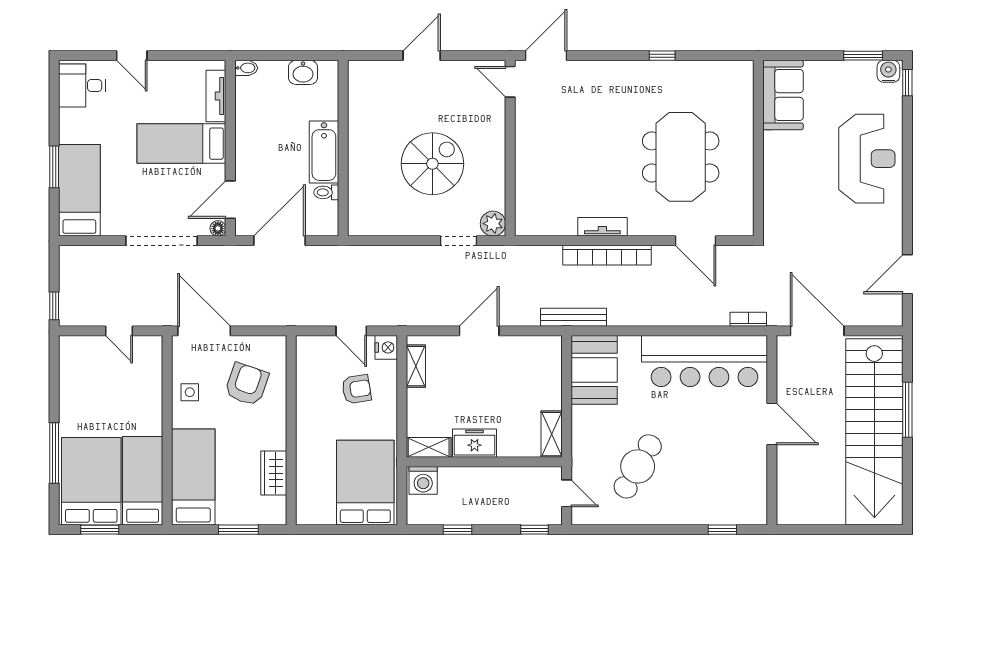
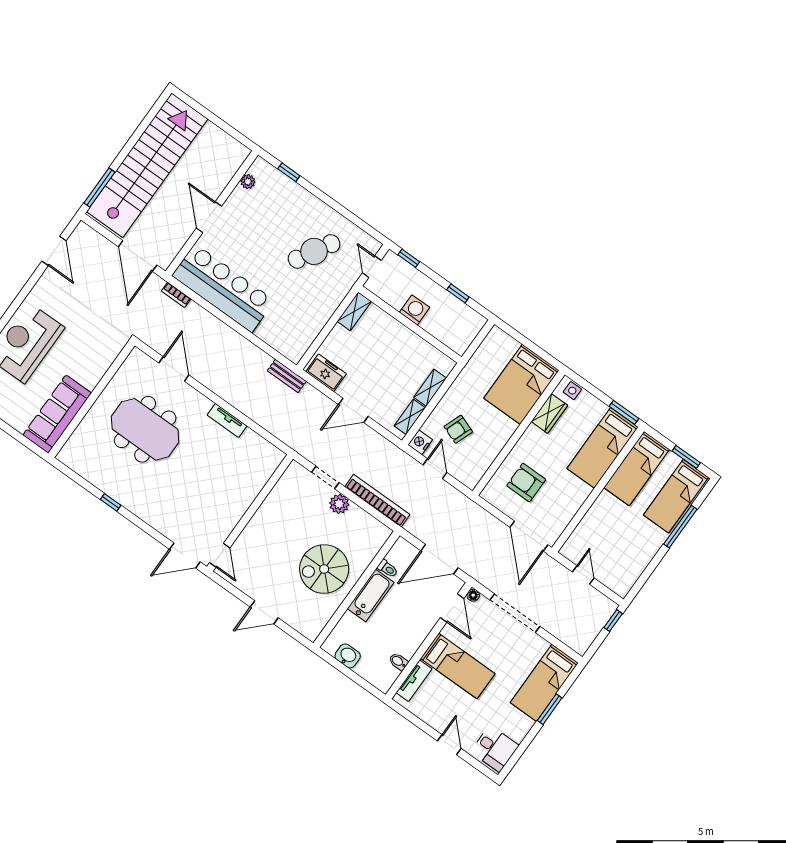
bidet: (246, 68) -> (398, 662), moved
sofa: (783, 95) -> (57, 414), width x1.36
meeting table: (681, 157) -> (145, 429), turned 90
spiral stairs: (432, 164) -> (324, 569), moved
door: (230, 200) -> (452, 608), hinge flipped
plant: (493, 224) -> (339, 504), moved
bookcase: (607, 255) -> (377, 501), moved
door: (907, 274) -> (54, 251), hinge flipped
bench: (573, 317) -> (287, 376), width x0.73
booth: (594, 370) -> (298, 333), removed
armchair: (247, 384) -> (526, 483), turned 71
armchair: (356, 389) -> (458, 429), turned -61
side table: (190, 392) -> (572, 391), moved
window: (907, 410) -> (99, 188), moved
freezer: (475, 443) -> (326, 373), moved, turned 180
shelving: (429, 447) -> (430, 388), moved, turned 90
washing machine: (423, 480) -> (415, 310), moved
bed: (91, 481) -> (676, 496), width x0.67
bed: (365, 483) -> (521, 384), moved
plant: (758, 490) -> (248, 182), added
window: (238, 530) -> (624, 412), moved

